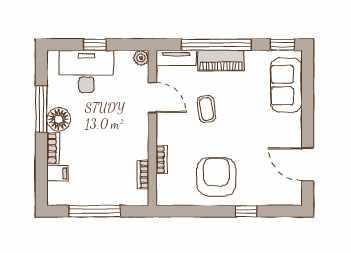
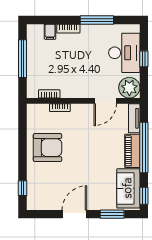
plant: (141, 58) -> (129, 88), width x1.88, depth x1.88
sofa: (286, 85) -> (128, 188), moved, turned -90
window: (308, 88) -> (112, 214), added
coffee table: (207, 109) -> (97, 140), removed
floor lamp: (59, 119) -> (89, 33), removed
door: (308, 164) -> (74, 214), moved
window: (246, 211) -> (22, 188), moved

